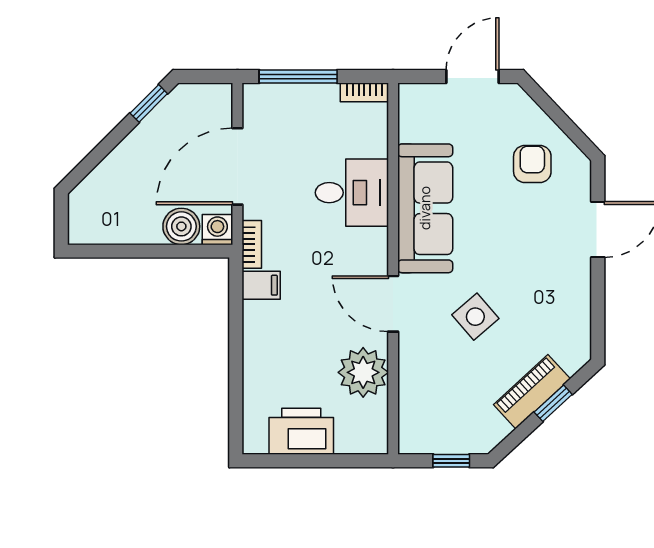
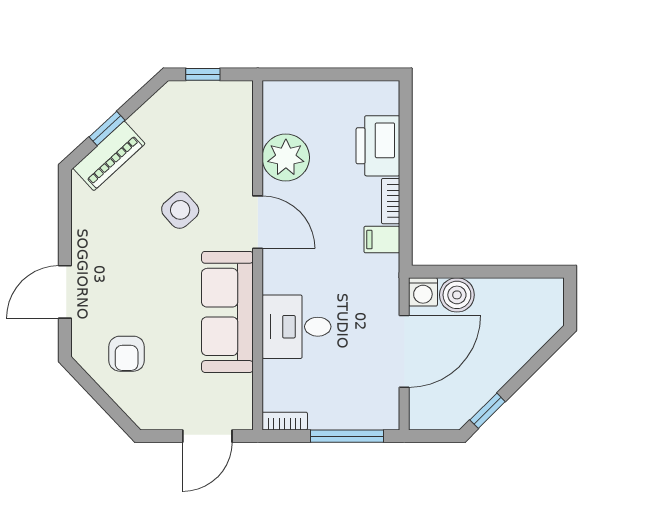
door: (472, 76) -> (207, 436), moved
bookcase: (252, 244) -> (391, 201), moved
piano: (532, 392) -> (109, 156), moved
printer: (301, 431) -> (378, 146), moved, turned 90

